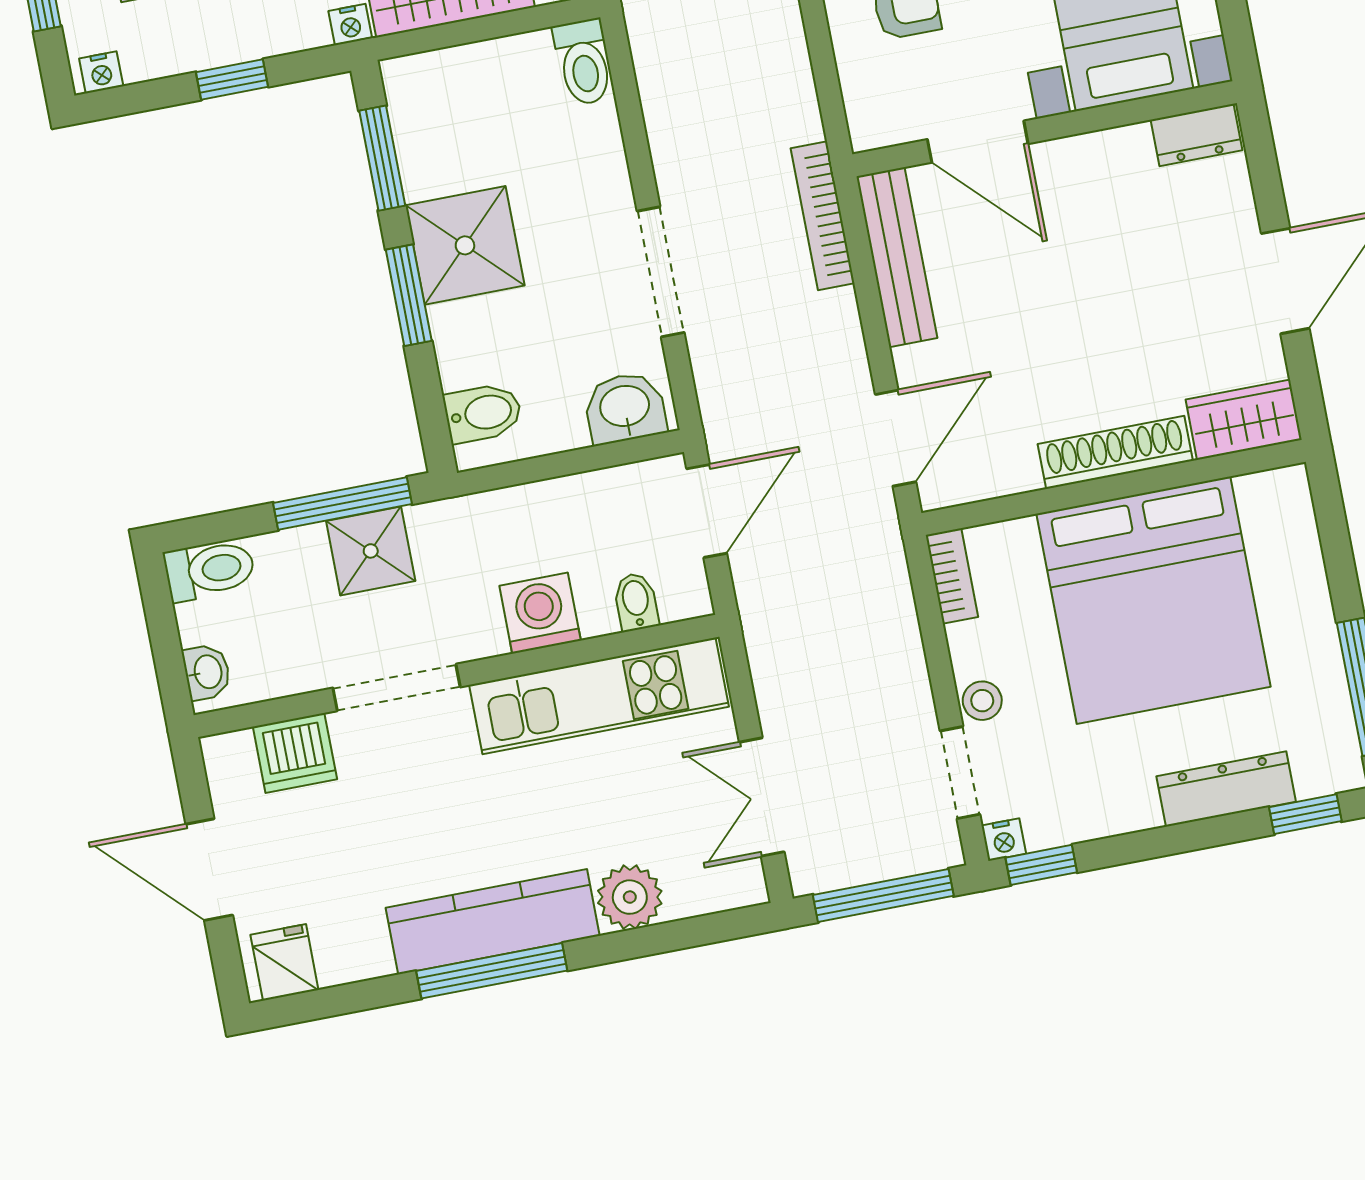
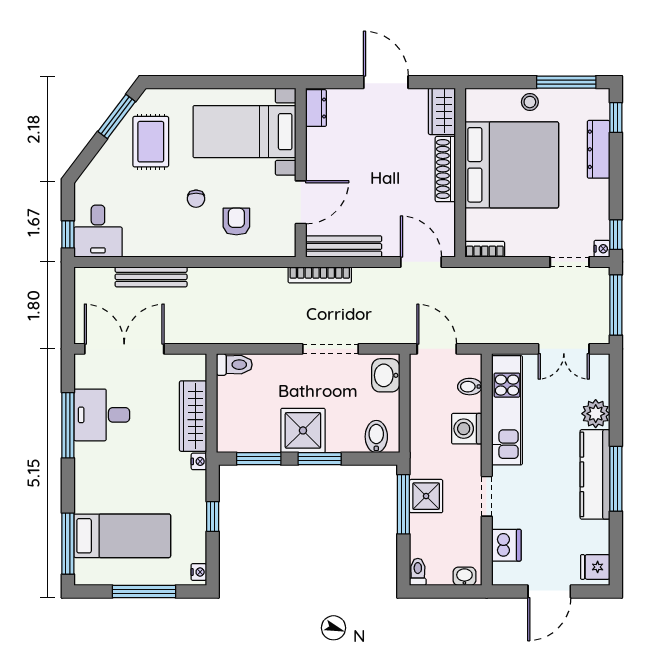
toilet: (210, 570) -> (418, 572), width x0.73, depth x0.72
doorway: (397, 688) -> (487, 496), width x0.73
stool: (982, 701) -> (530, 102), moved

